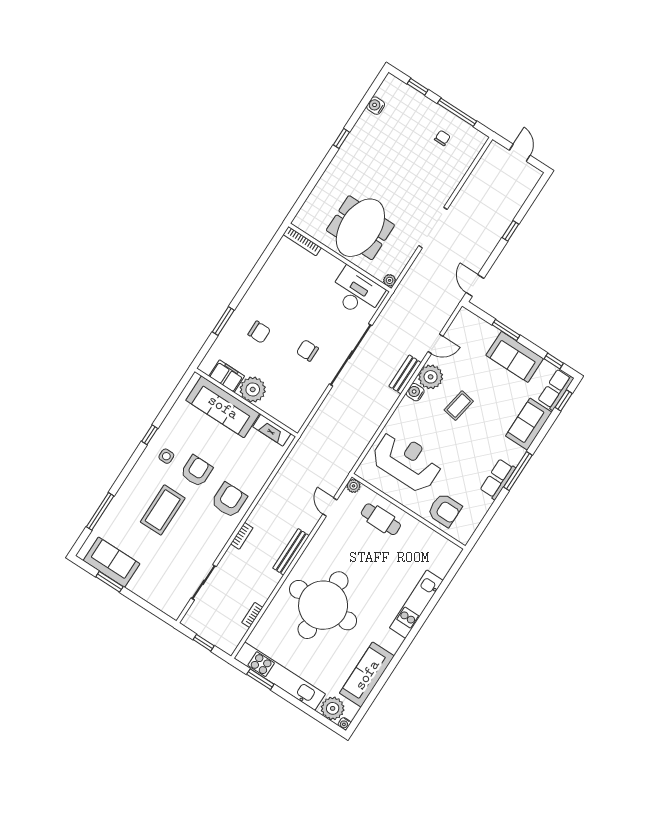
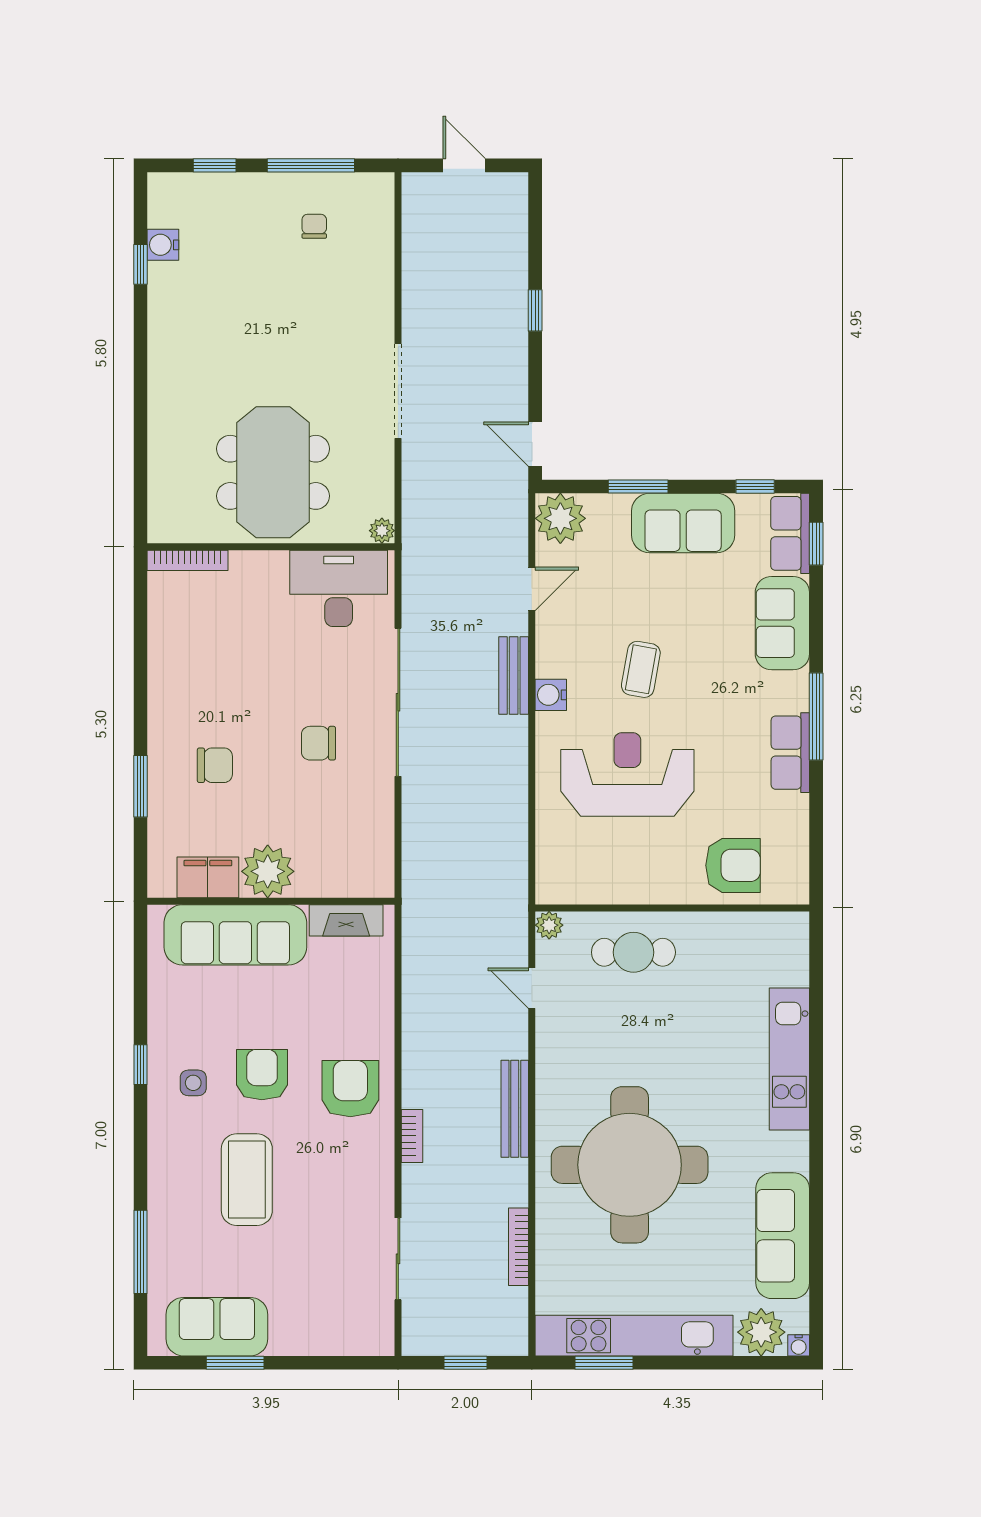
window: (341, 138) -> (140, 264), moved
plant: (431, 377) -> (560, 518), moved
reception desk: (407, 461) -> (627, 774), moved
bookcase: (252, 615) -> (518, 1247), width x1.56

